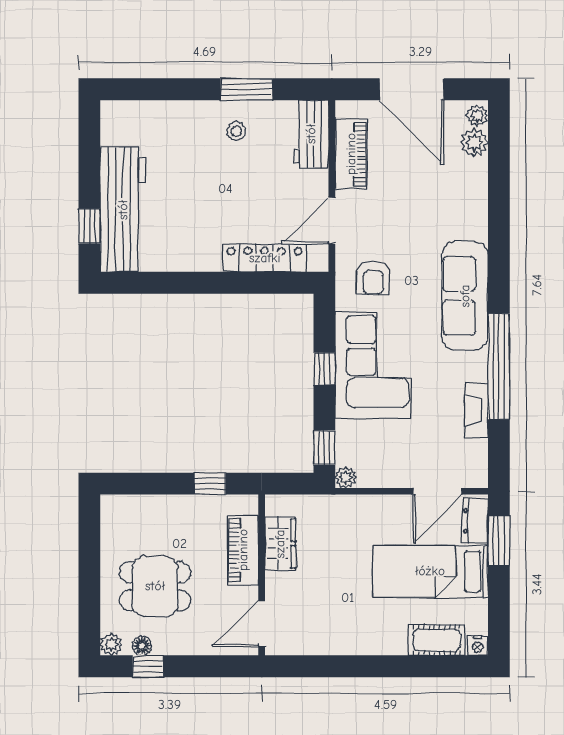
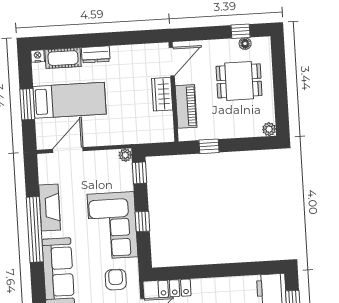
locker: (265, 258) -> (175, 288), width x0.66
fireplace: (476, 410) -> (50, 207), width x1.37, depth x1.32
dresser: (475, 521) -> (96, 54), moved, turned 90
window: (499, 541) -> (27, 104), moved
wardrobe: (280, 544) -> (162, 94), moved
plant: (111, 644) -> (269, 129), moved

